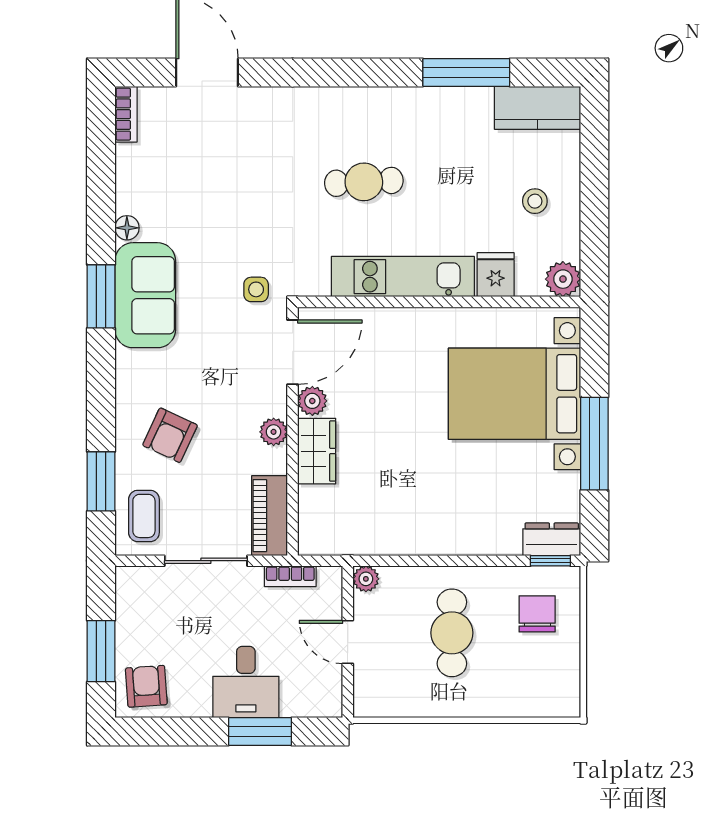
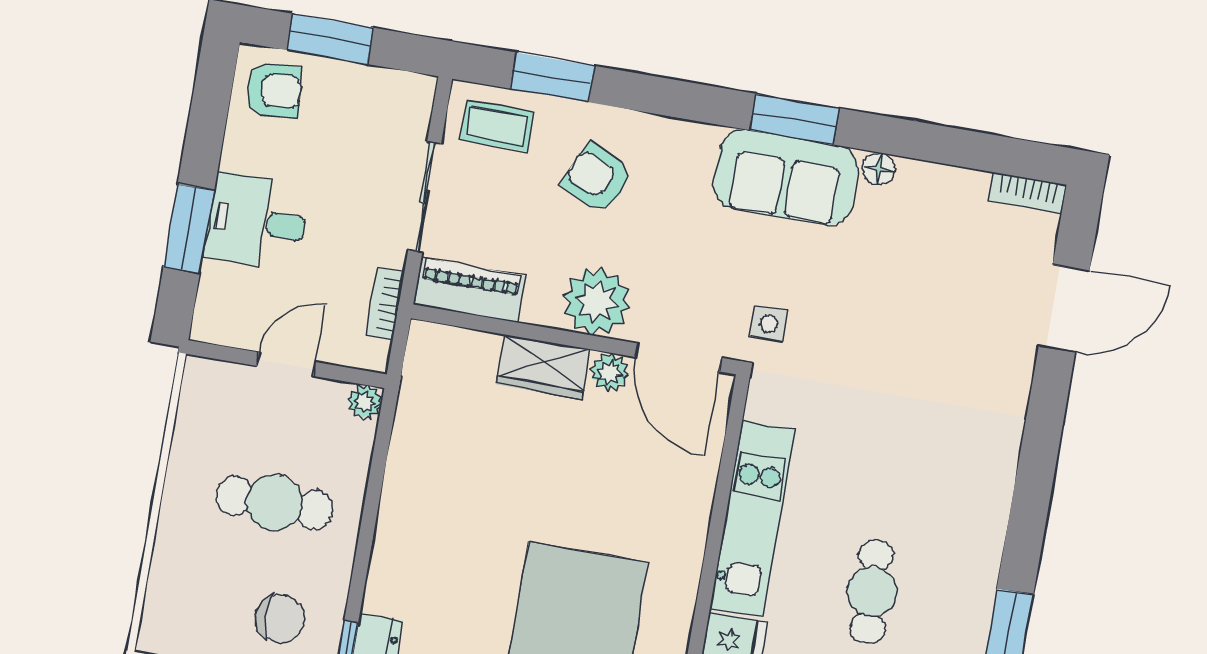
cafe table: (364, 182) -> (872, 592), moved
plant: (274, 432) -> (597, 301), width x1.88, depth x1.88

